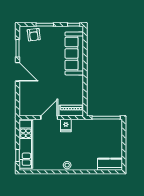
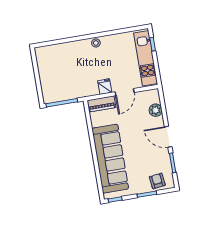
sofa: (74, 53) -> (110, 159), width x1.36, depth x1.27
plant: (25, 97) -> (156, 110), added
kitchen counter: (110, 164) -> (49, 52), removed

